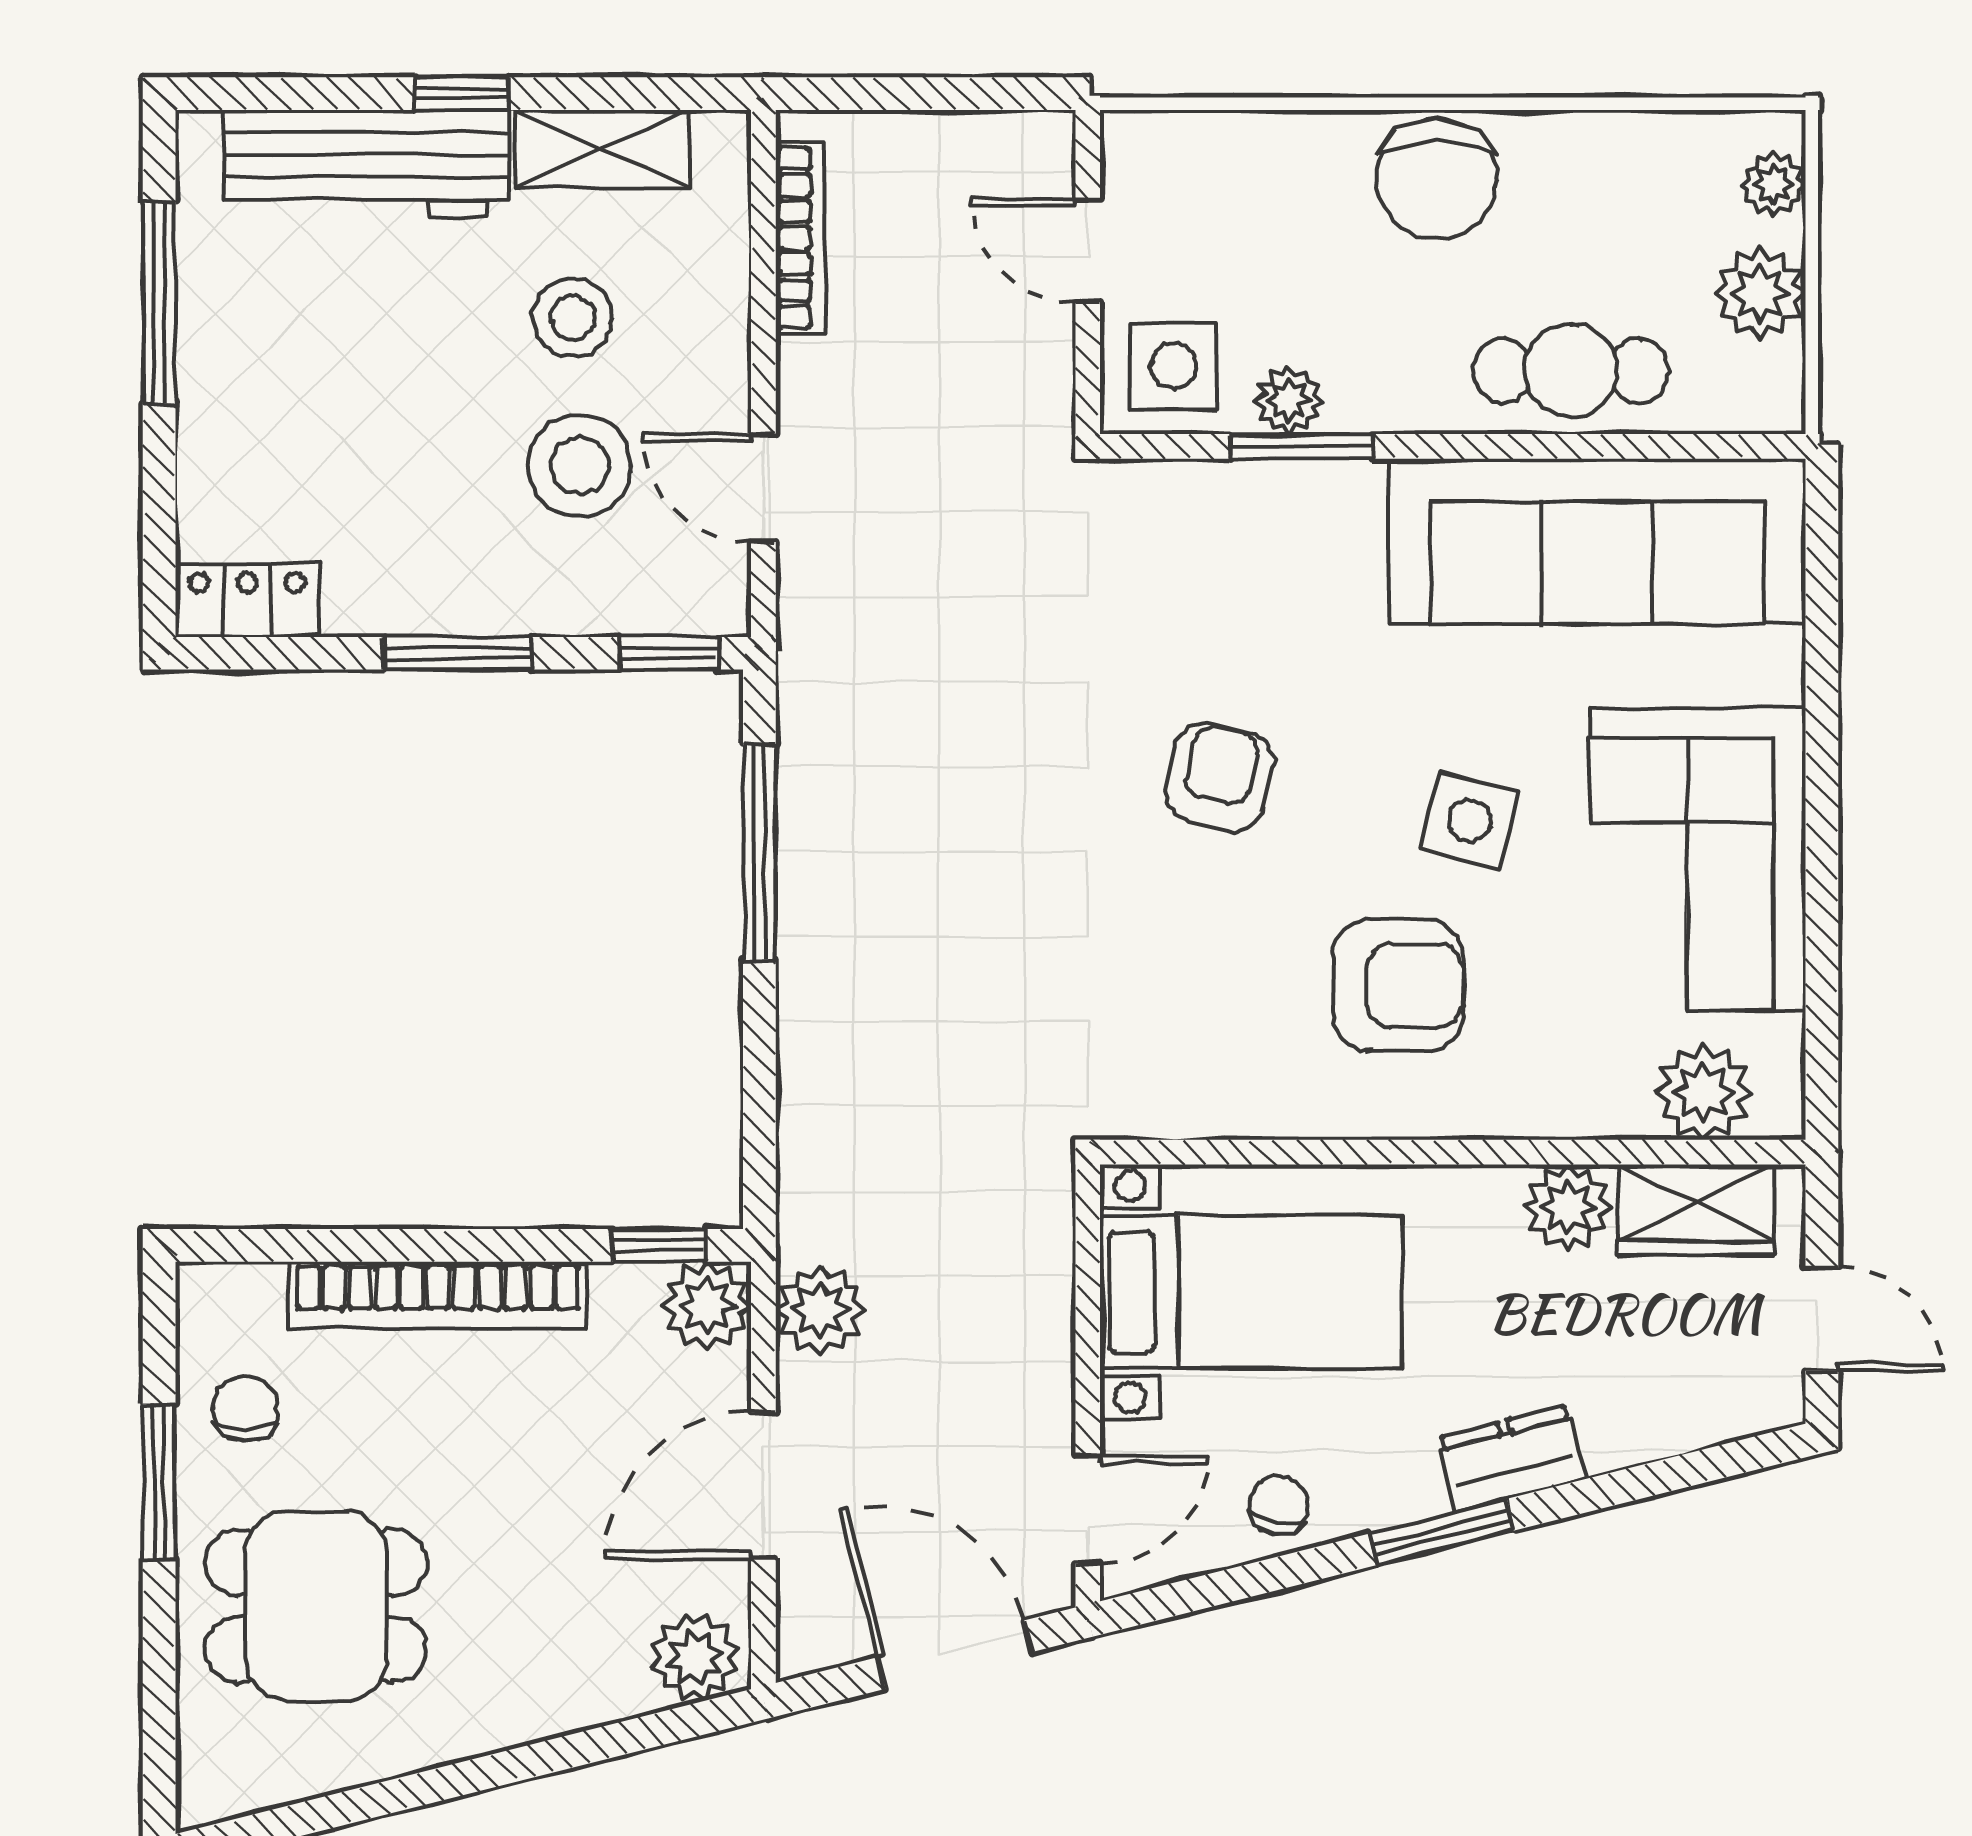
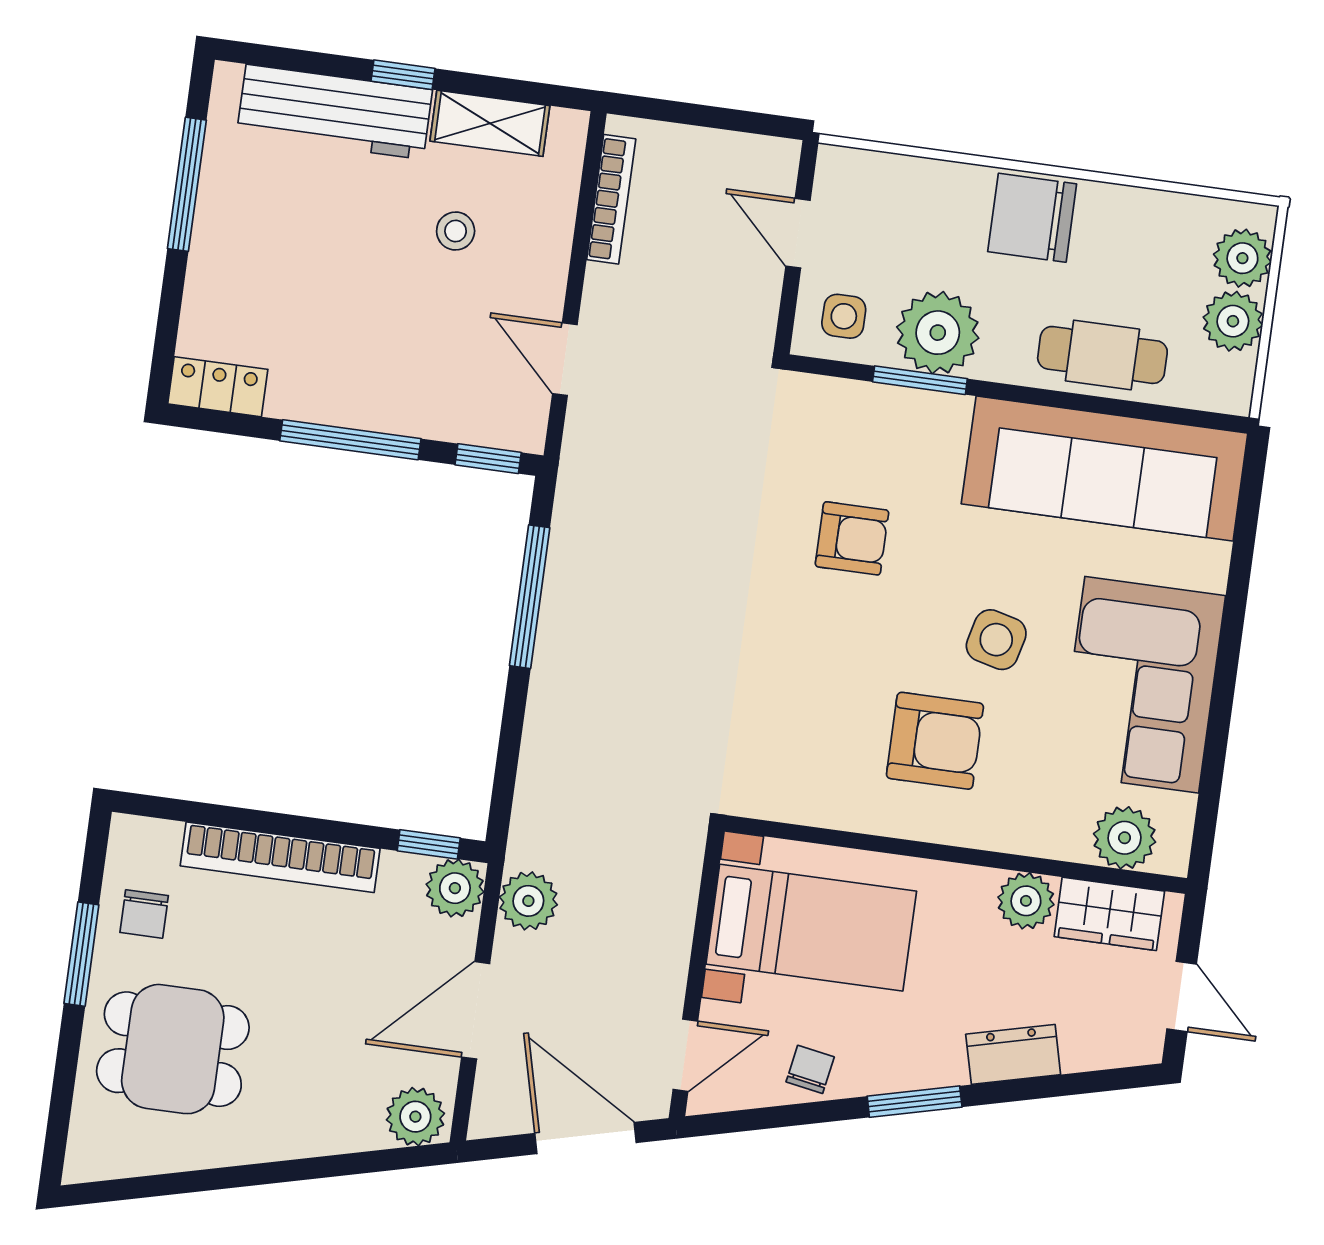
chair: (1437, 179) -> (1032, 218), turned 90
plant: (1773, 184) -> (1242, 258), width x1.38, depth x1.38
stool: (573, 318) -> (456, 231), width x0.73, depth x0.73
side table: (1174, 366) -> (844, 316), width x0.73, depth x0.73
plant: (1289, 401) -> (938, 333), width x1.87, depth x1.87
stool: (580, 466) -> (447, 328), removed
window: (458, 653) -> (350, 440), width x1.44
armchair: (1219, 777) -> (852, 538), moved, turned 77
chair: (245, 1409) -> (144, 914), turned 180
dresser: (1512, 1458) -> (1013, 1054), moved

